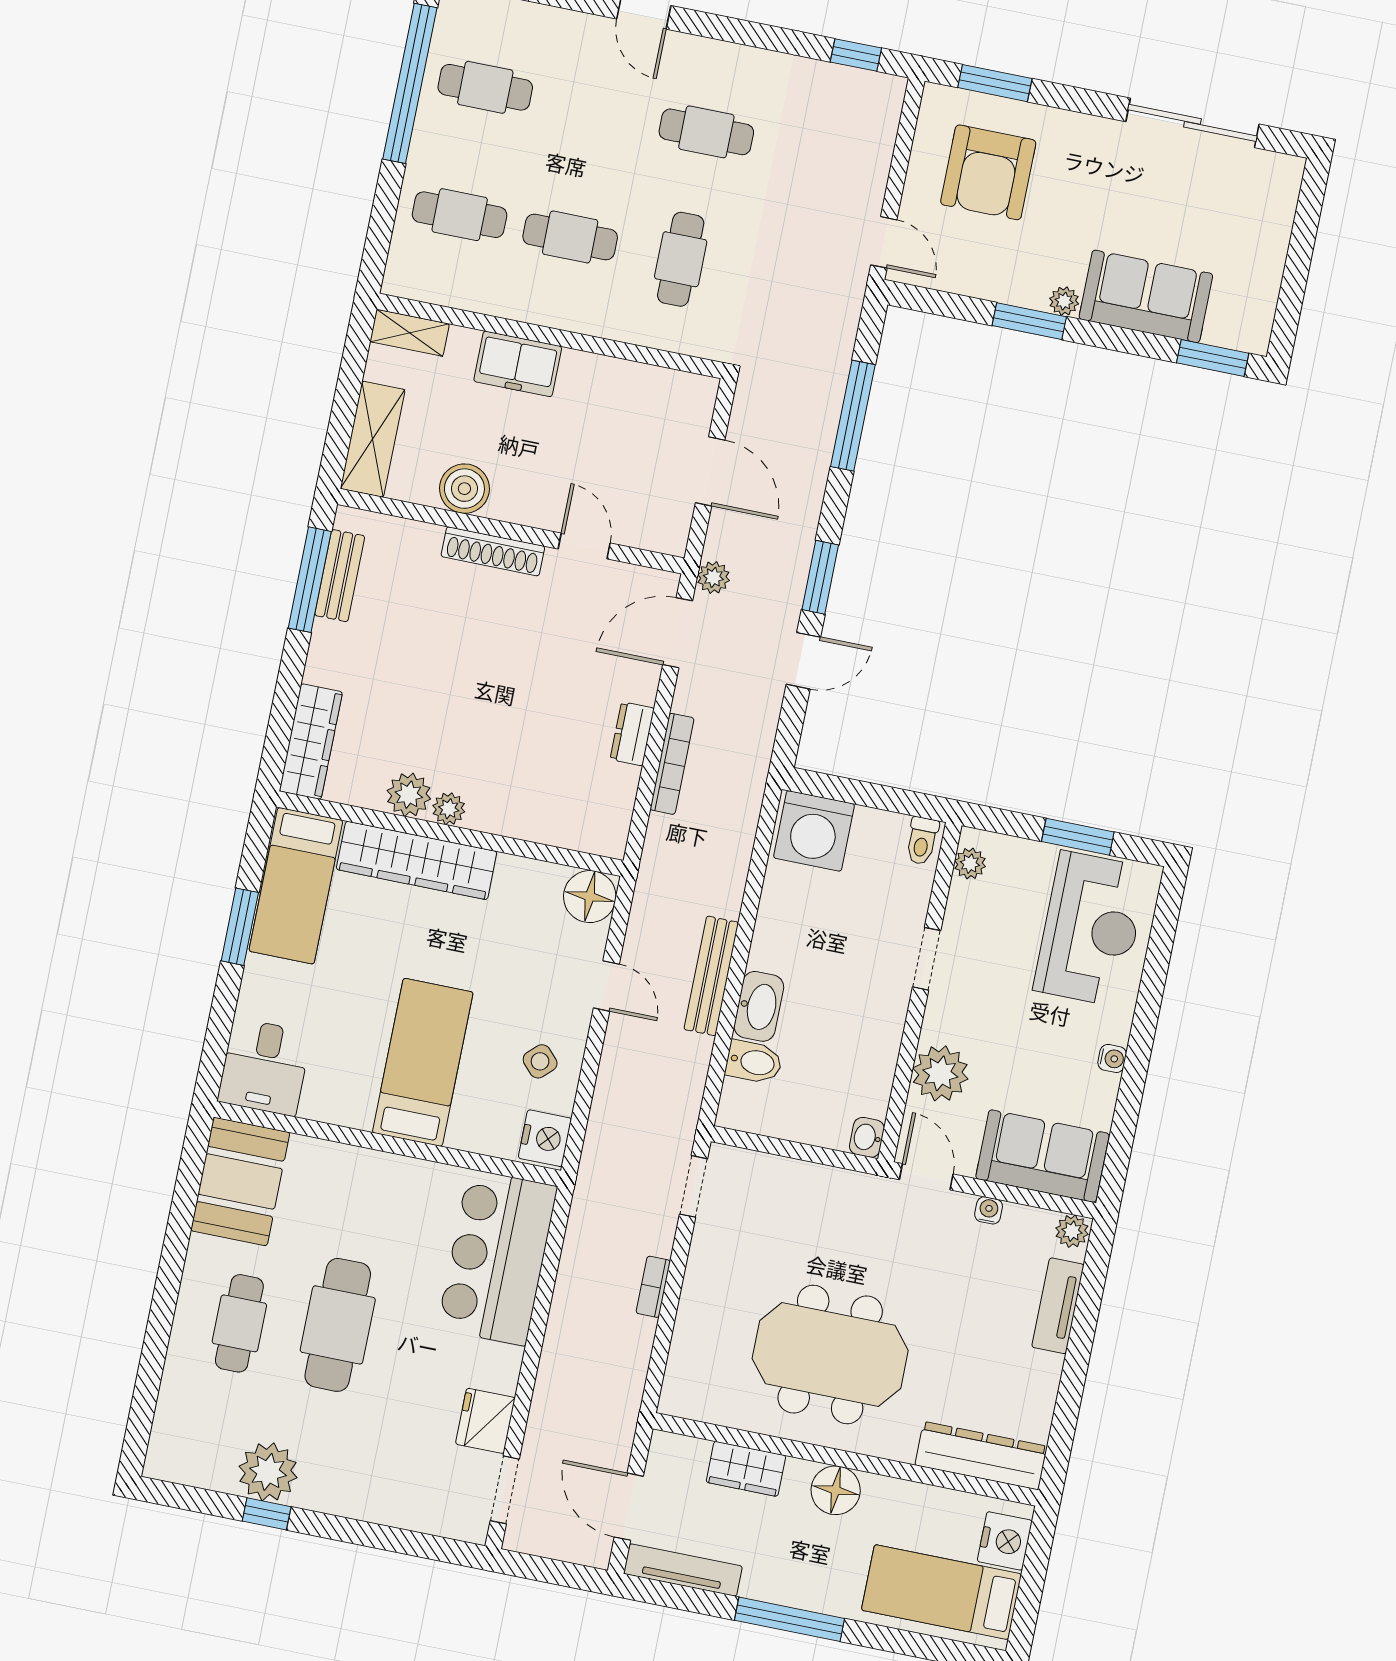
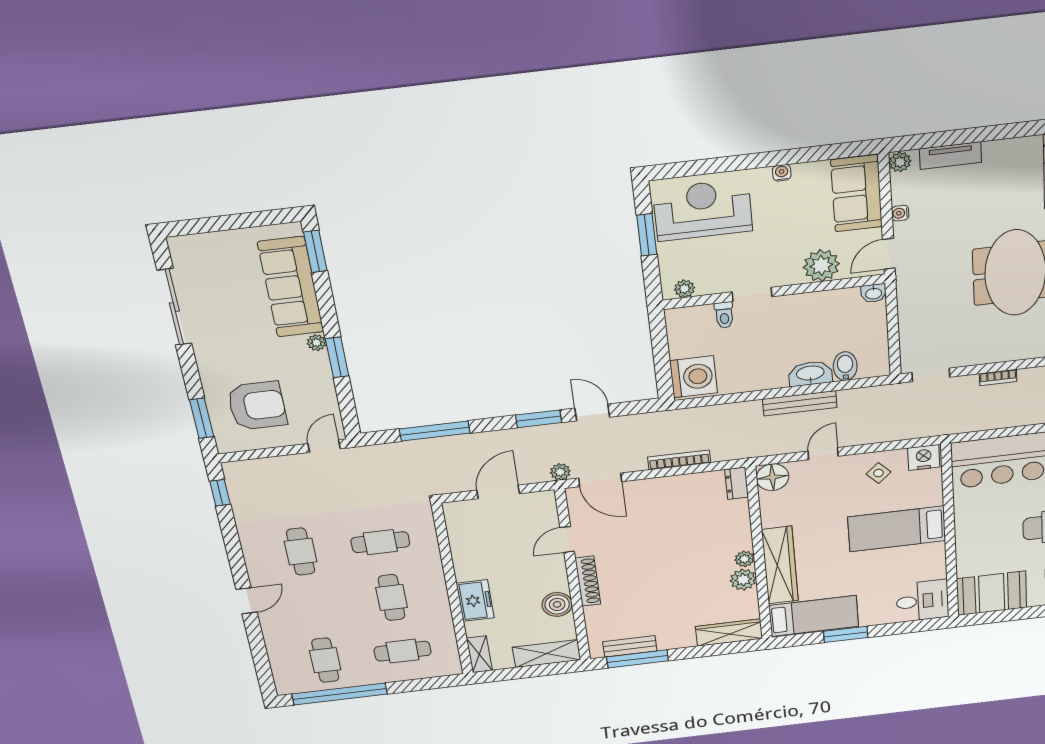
cafe table: (460, 215) -> (403, 651), turned 90
sofa: (1146, 296) -> (291, 287), width x1.36
dresser: (632, 734) -> (737, 483), moved, turned 90
toilet: (922, 841) -> (724, 315), moved, turned 90

